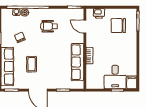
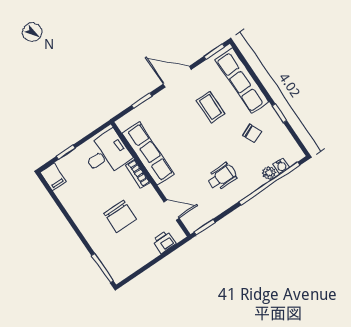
chair: (118, 26) -> (120, 216), moved, turned 90
desk: (115, 77) -> (107, 154), moved, turned 90

